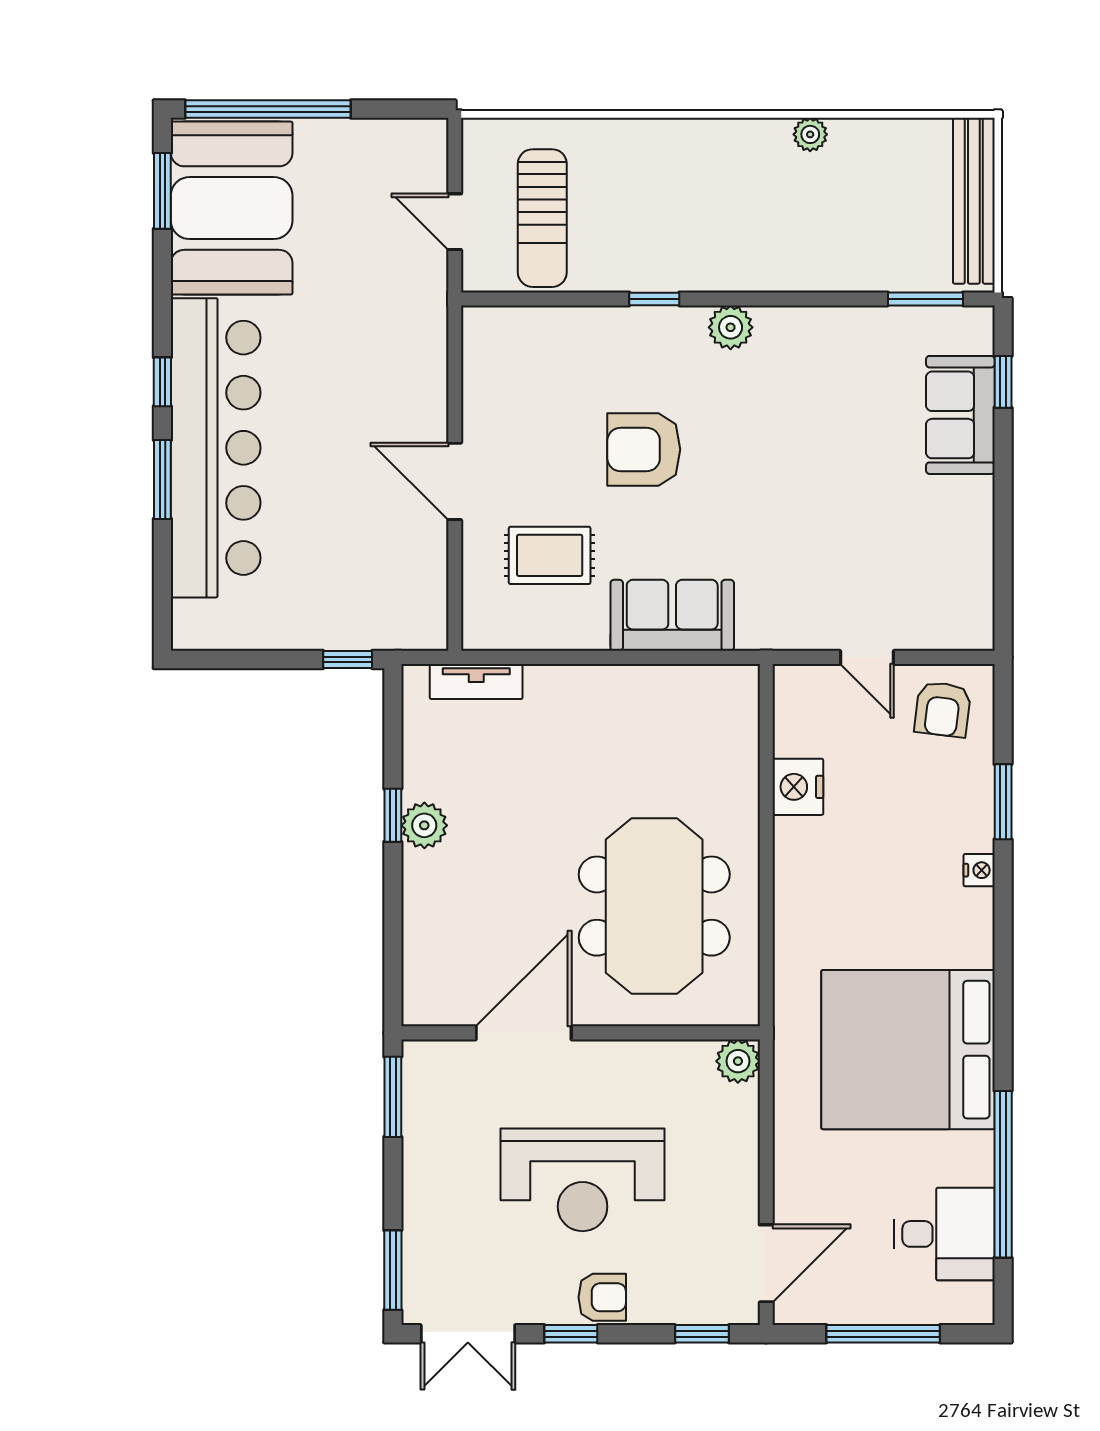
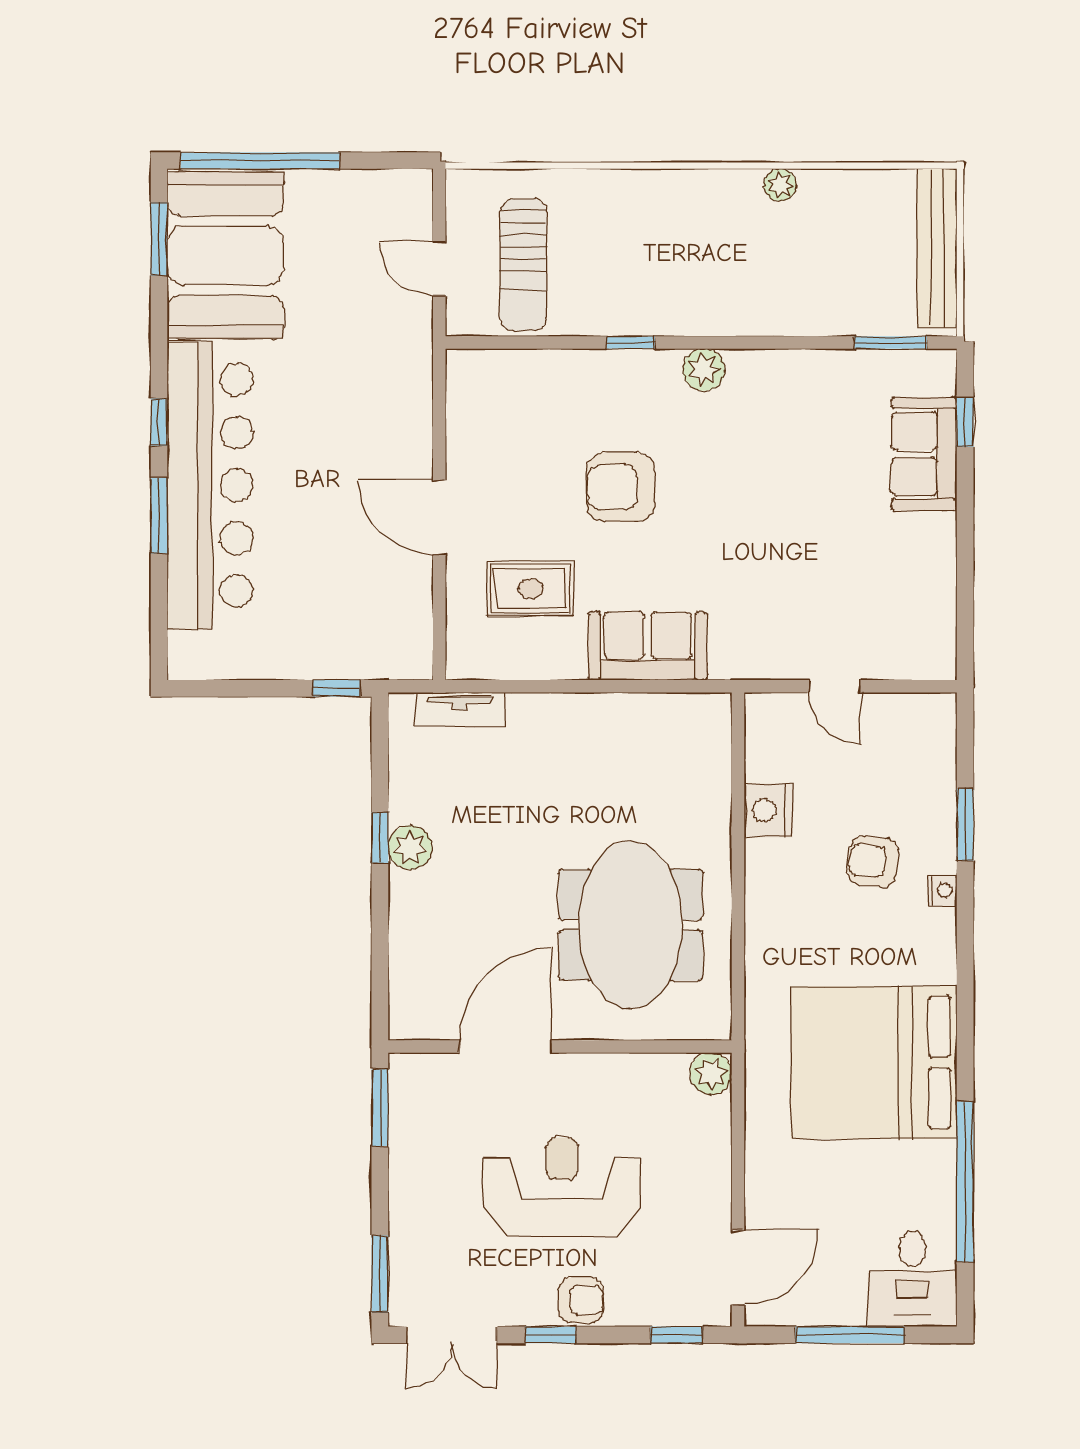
armchair: (943, 709) -> (873, 862), moved, turned 91
reception desk: (583, 1180) -> (562, 1187), turned 180
desk: (944, 1234) -> (912, 1279), moved, turned 90

